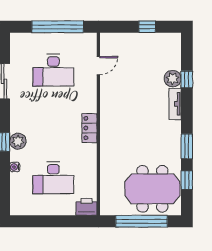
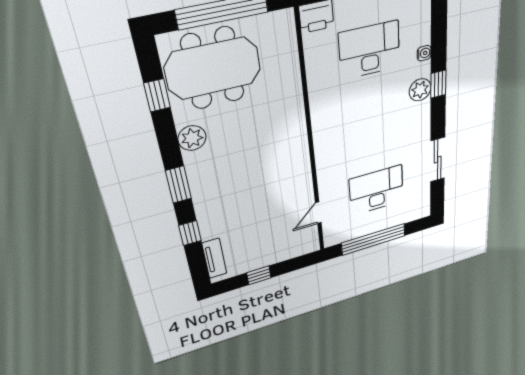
plant: (173, 79) -> (192, 138), moved
tv unit: (175, 104) -> (214, 258), moved
locker: (90, 128) -> (323, 133), removed
window: (187, 146) -> (178, 185), moved

